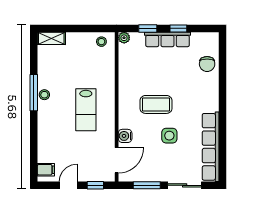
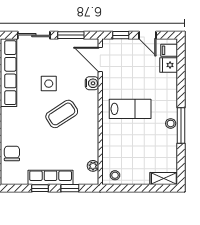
plant: (124, 38) -> (93, 166), moved
coffee table: (156, 104) -> (62, 114), turned -33
lab bench: (86, 110) -> (130, 109), turned 90
fridge: (46, 155) -> (169, 65), added
door: (117, 160) -> (100, 59), hinge flipped
door: (68, 185) -> (147, 35), hinge flipped

